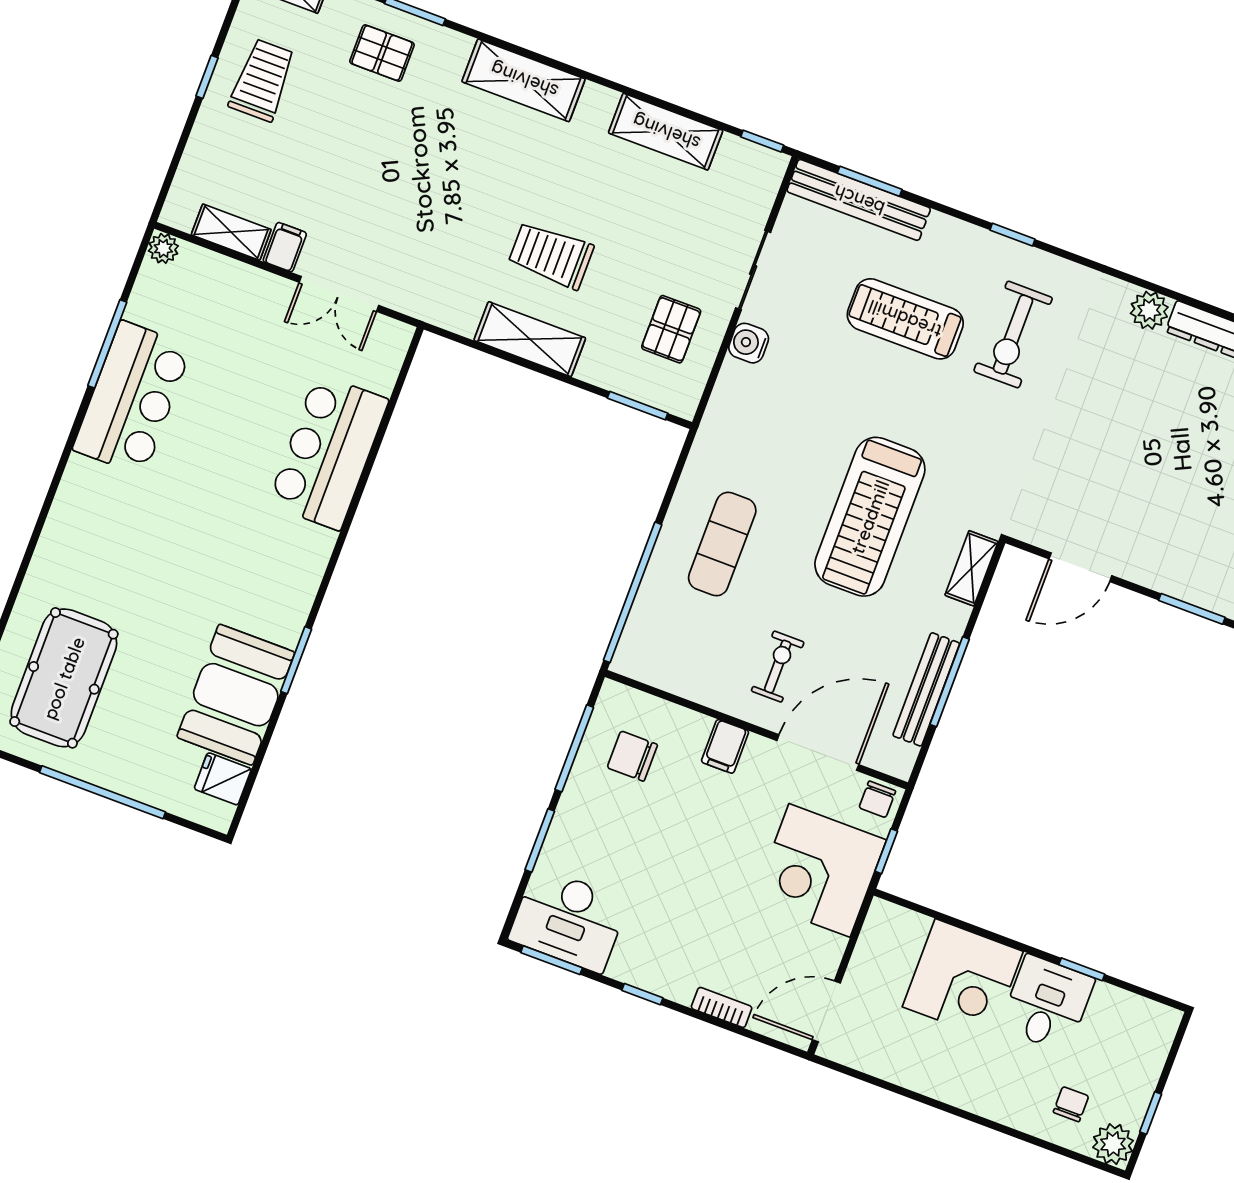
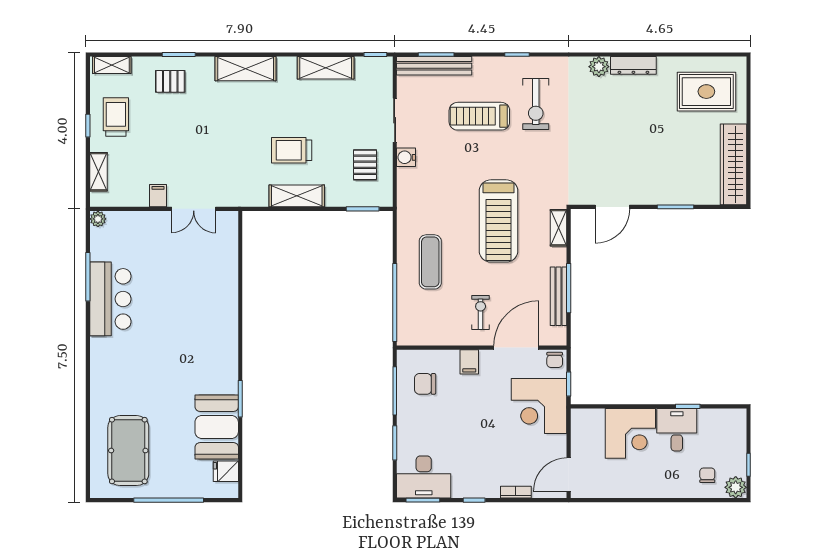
shelving: (231, 232) -> (98, 172), moved, turned 90
bar counter: (328, 452) -> (218, 289), removed

